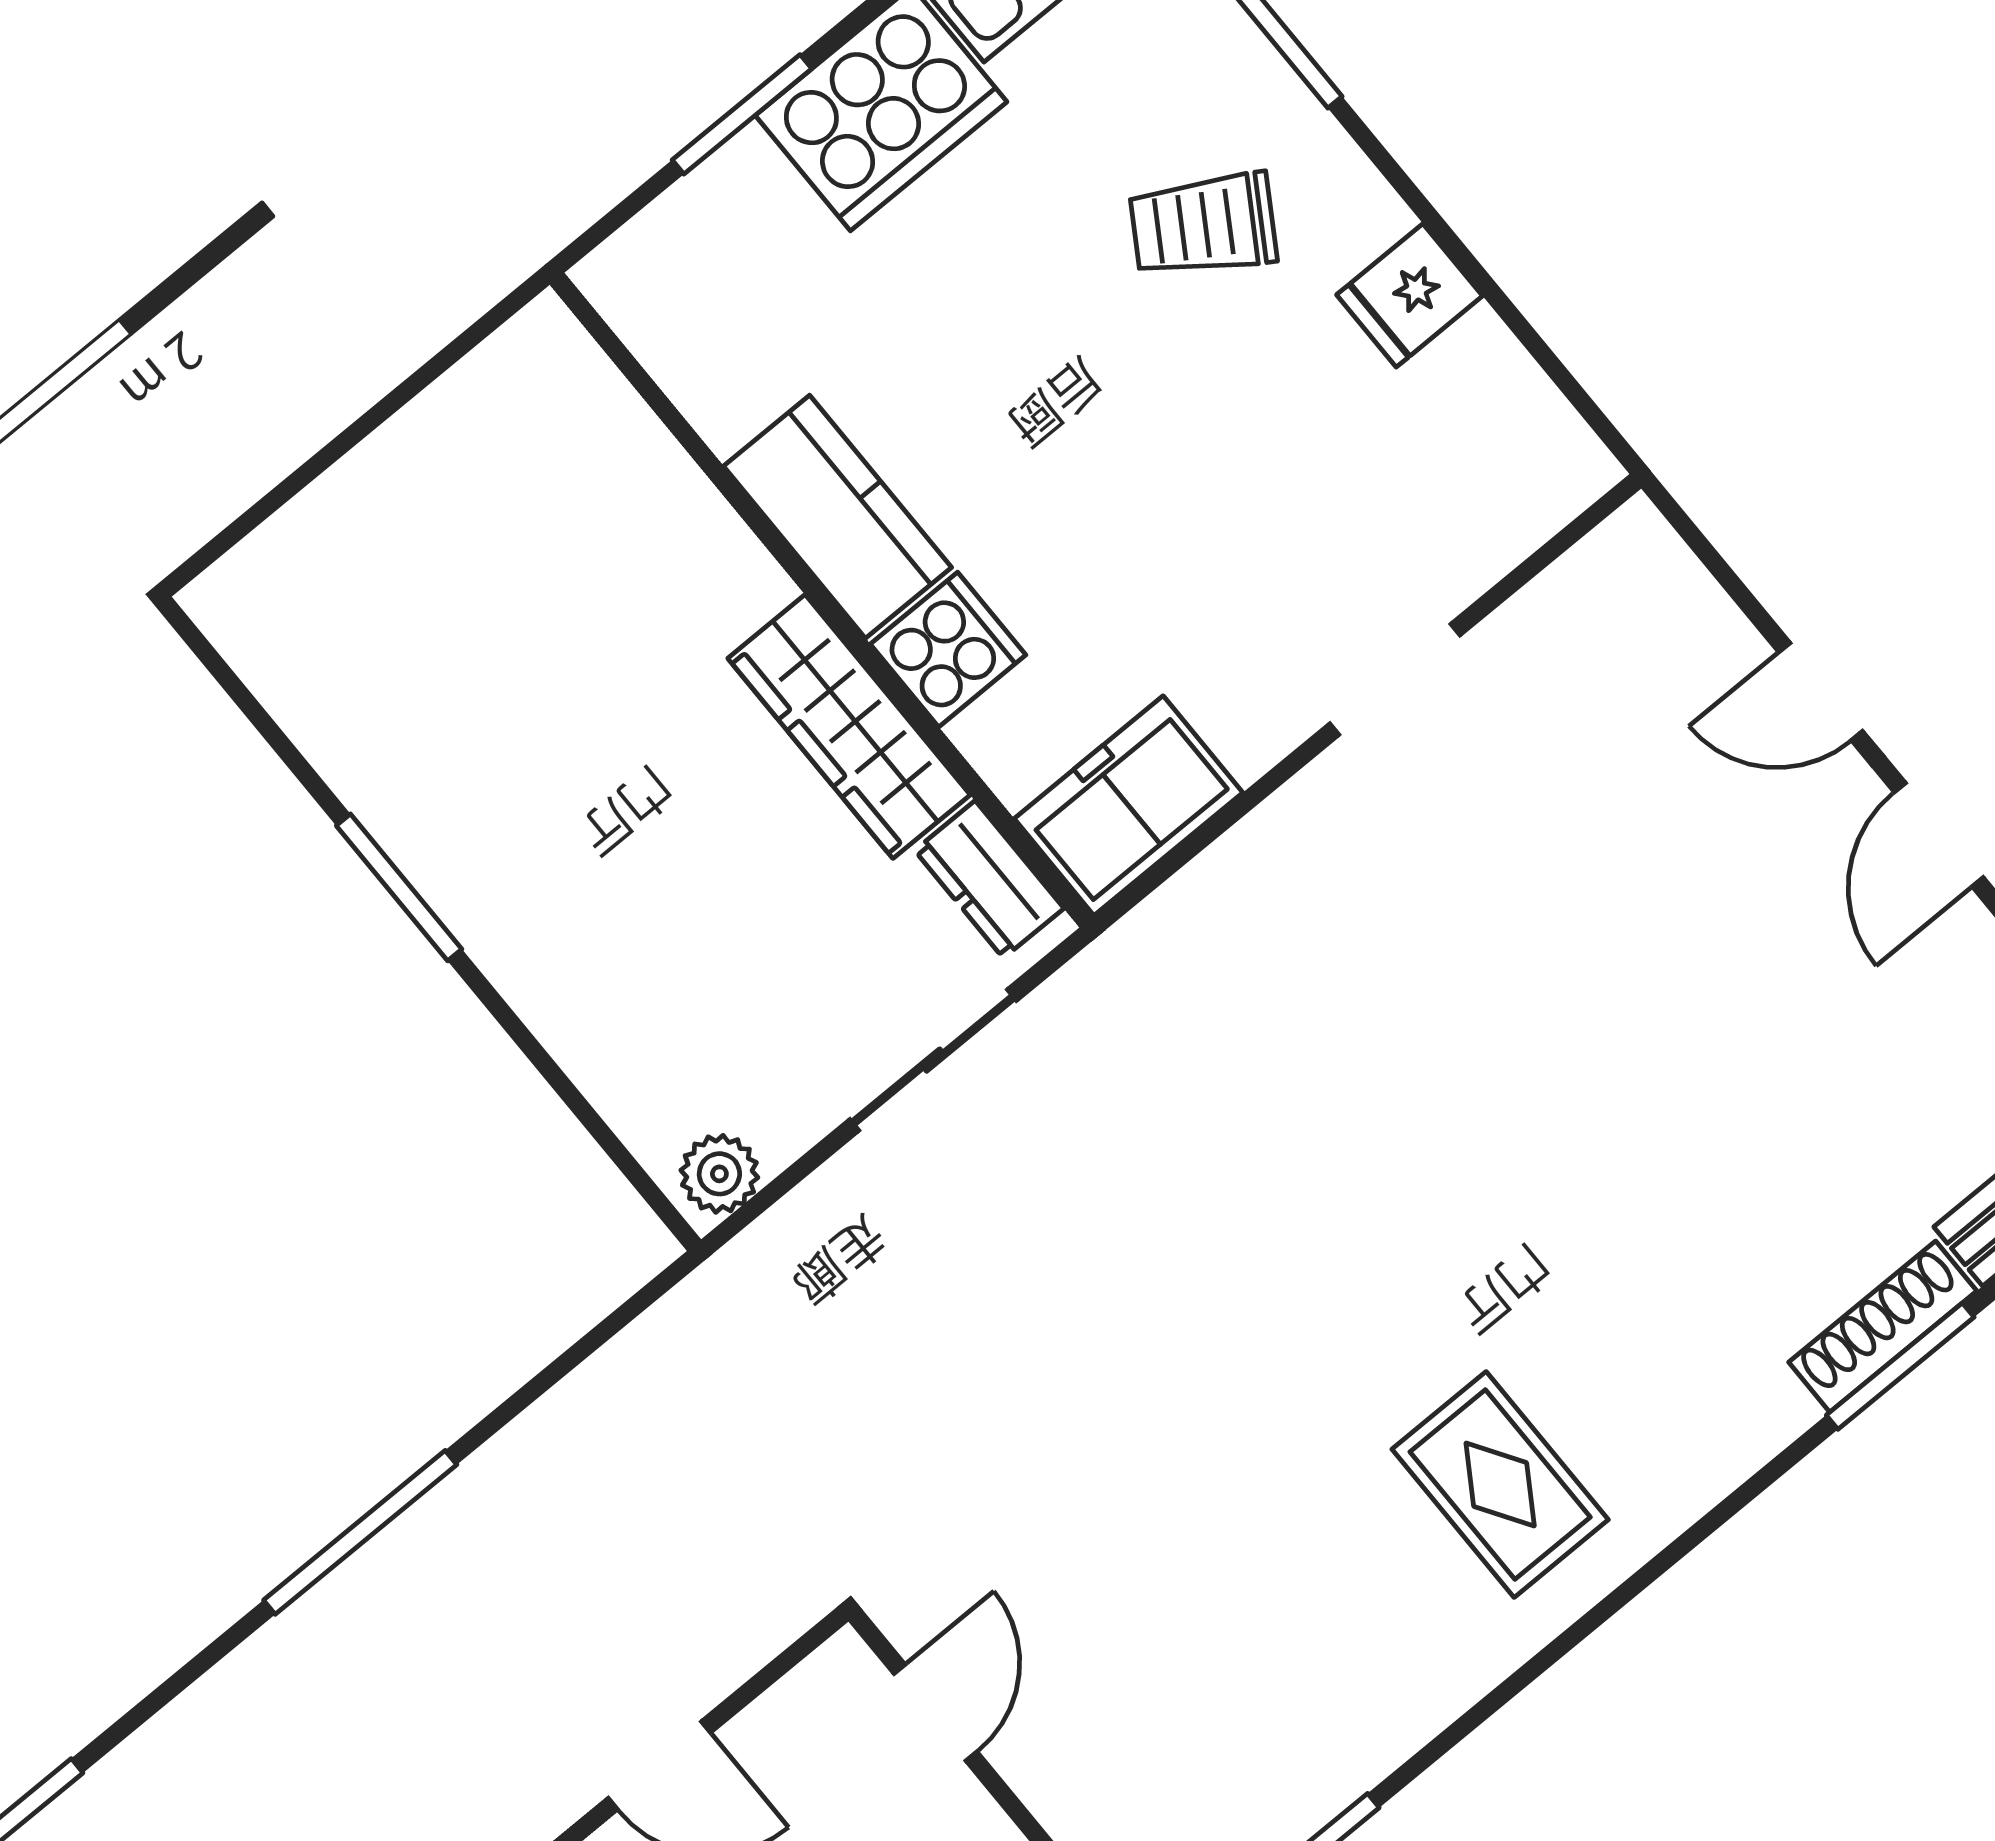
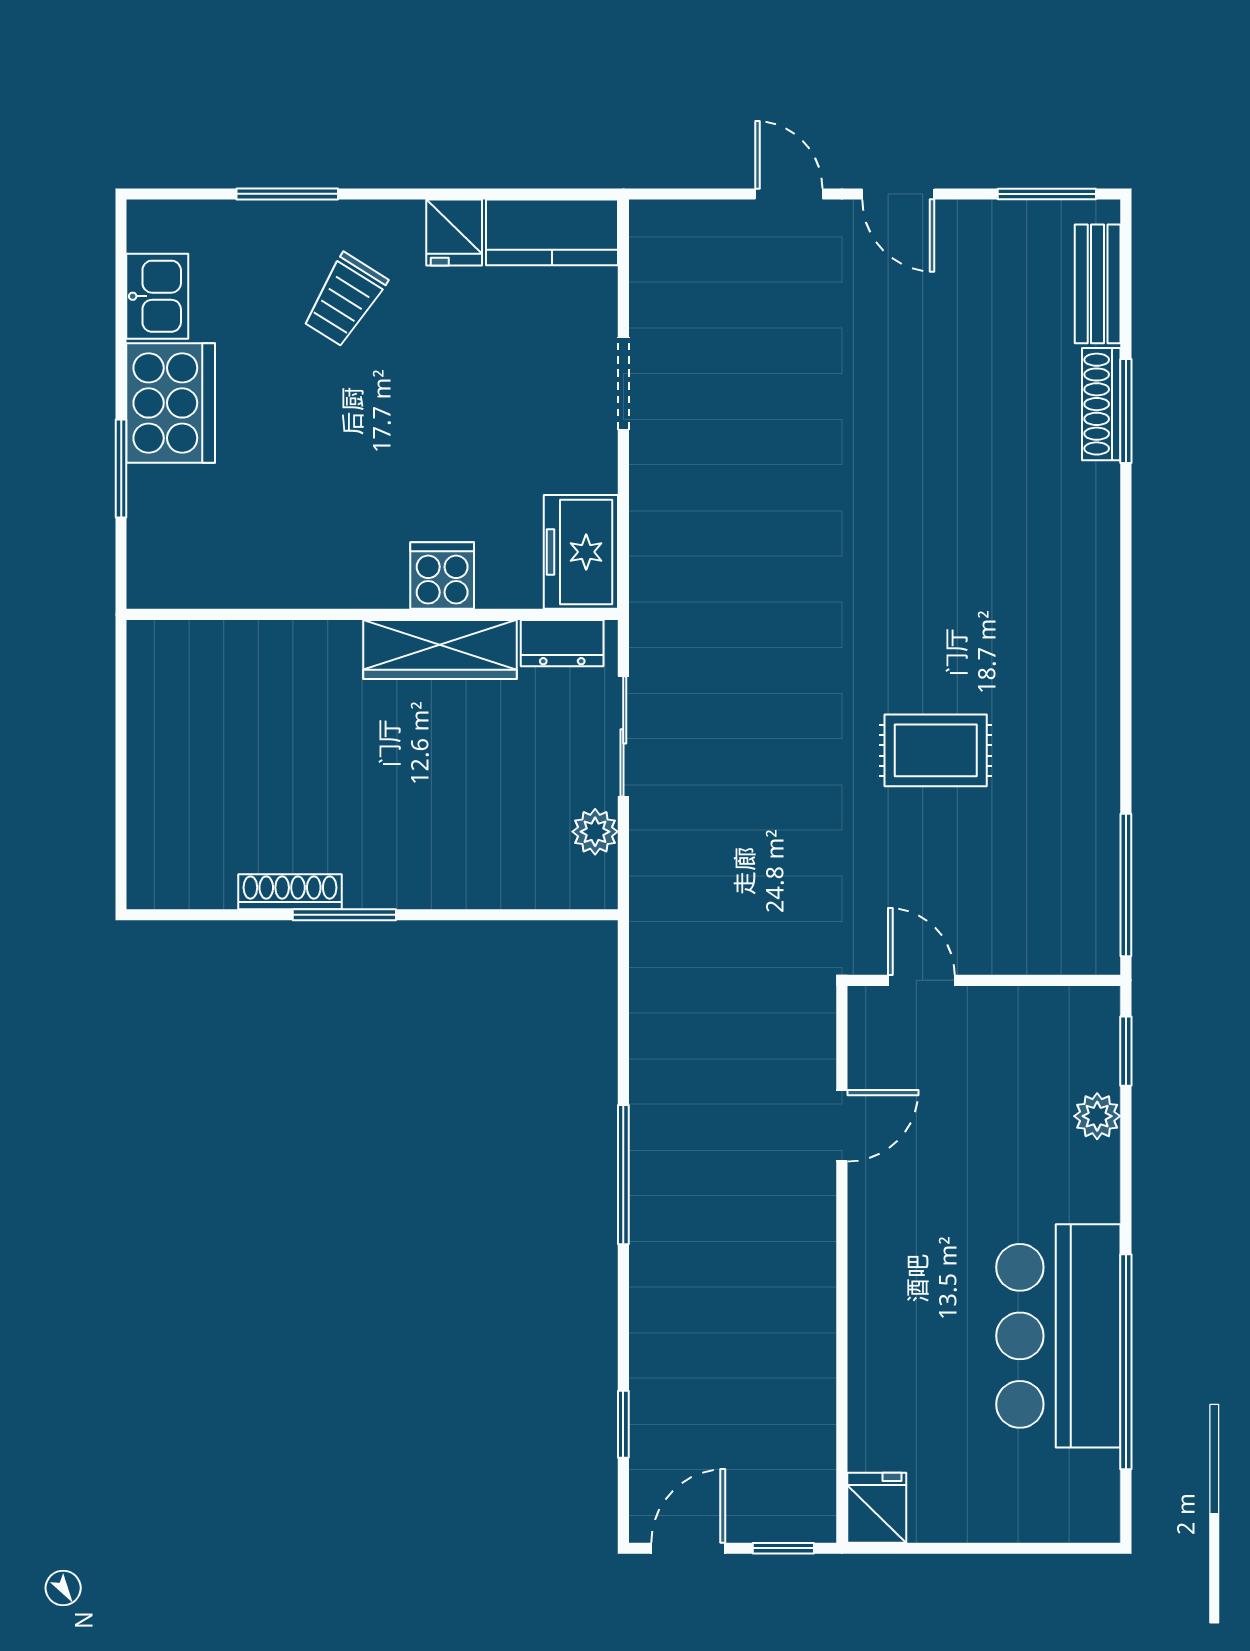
kitchen counter: (838, 517) -> (552, 232), moved, turned 180
door: (1821, 692) -> (789, 194), swing flipped
shoe rack: (371, 792) -> (290, 892), added
plant: (719, 1174) -> (595, 832), moved
rug: (1500, 1484) -> (936, 750), moved

